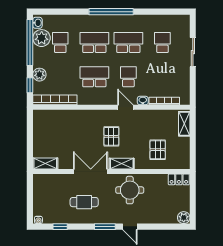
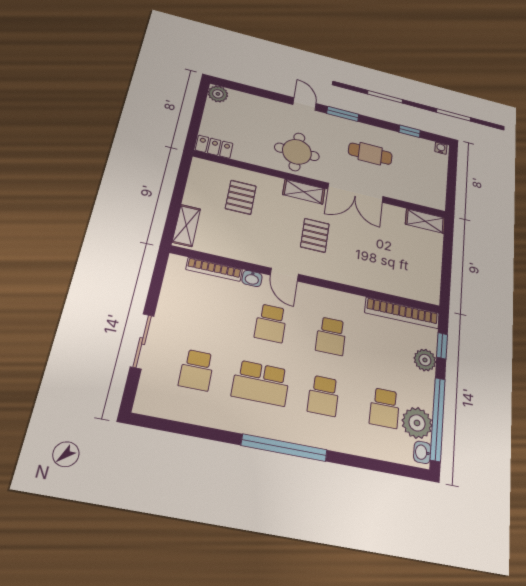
school desk: (94, 43) -> (323, 396), width x0.54
school desk: (94, 77) -> (331, 336), width x0.54

